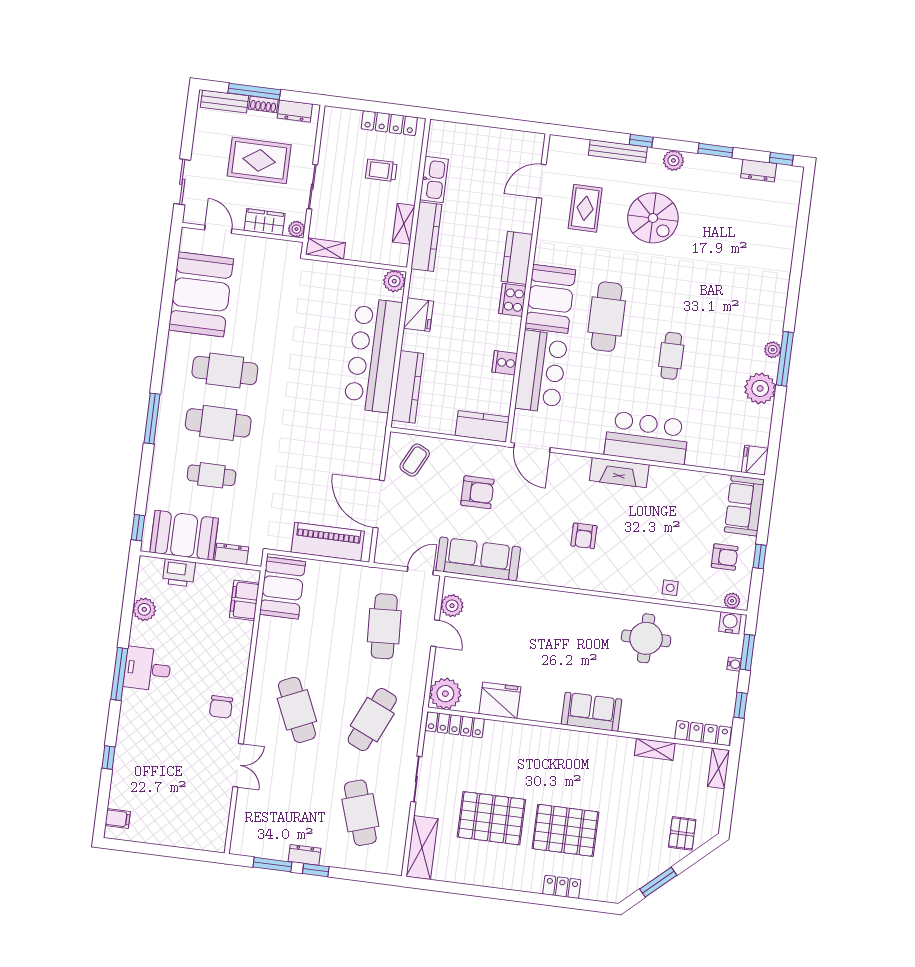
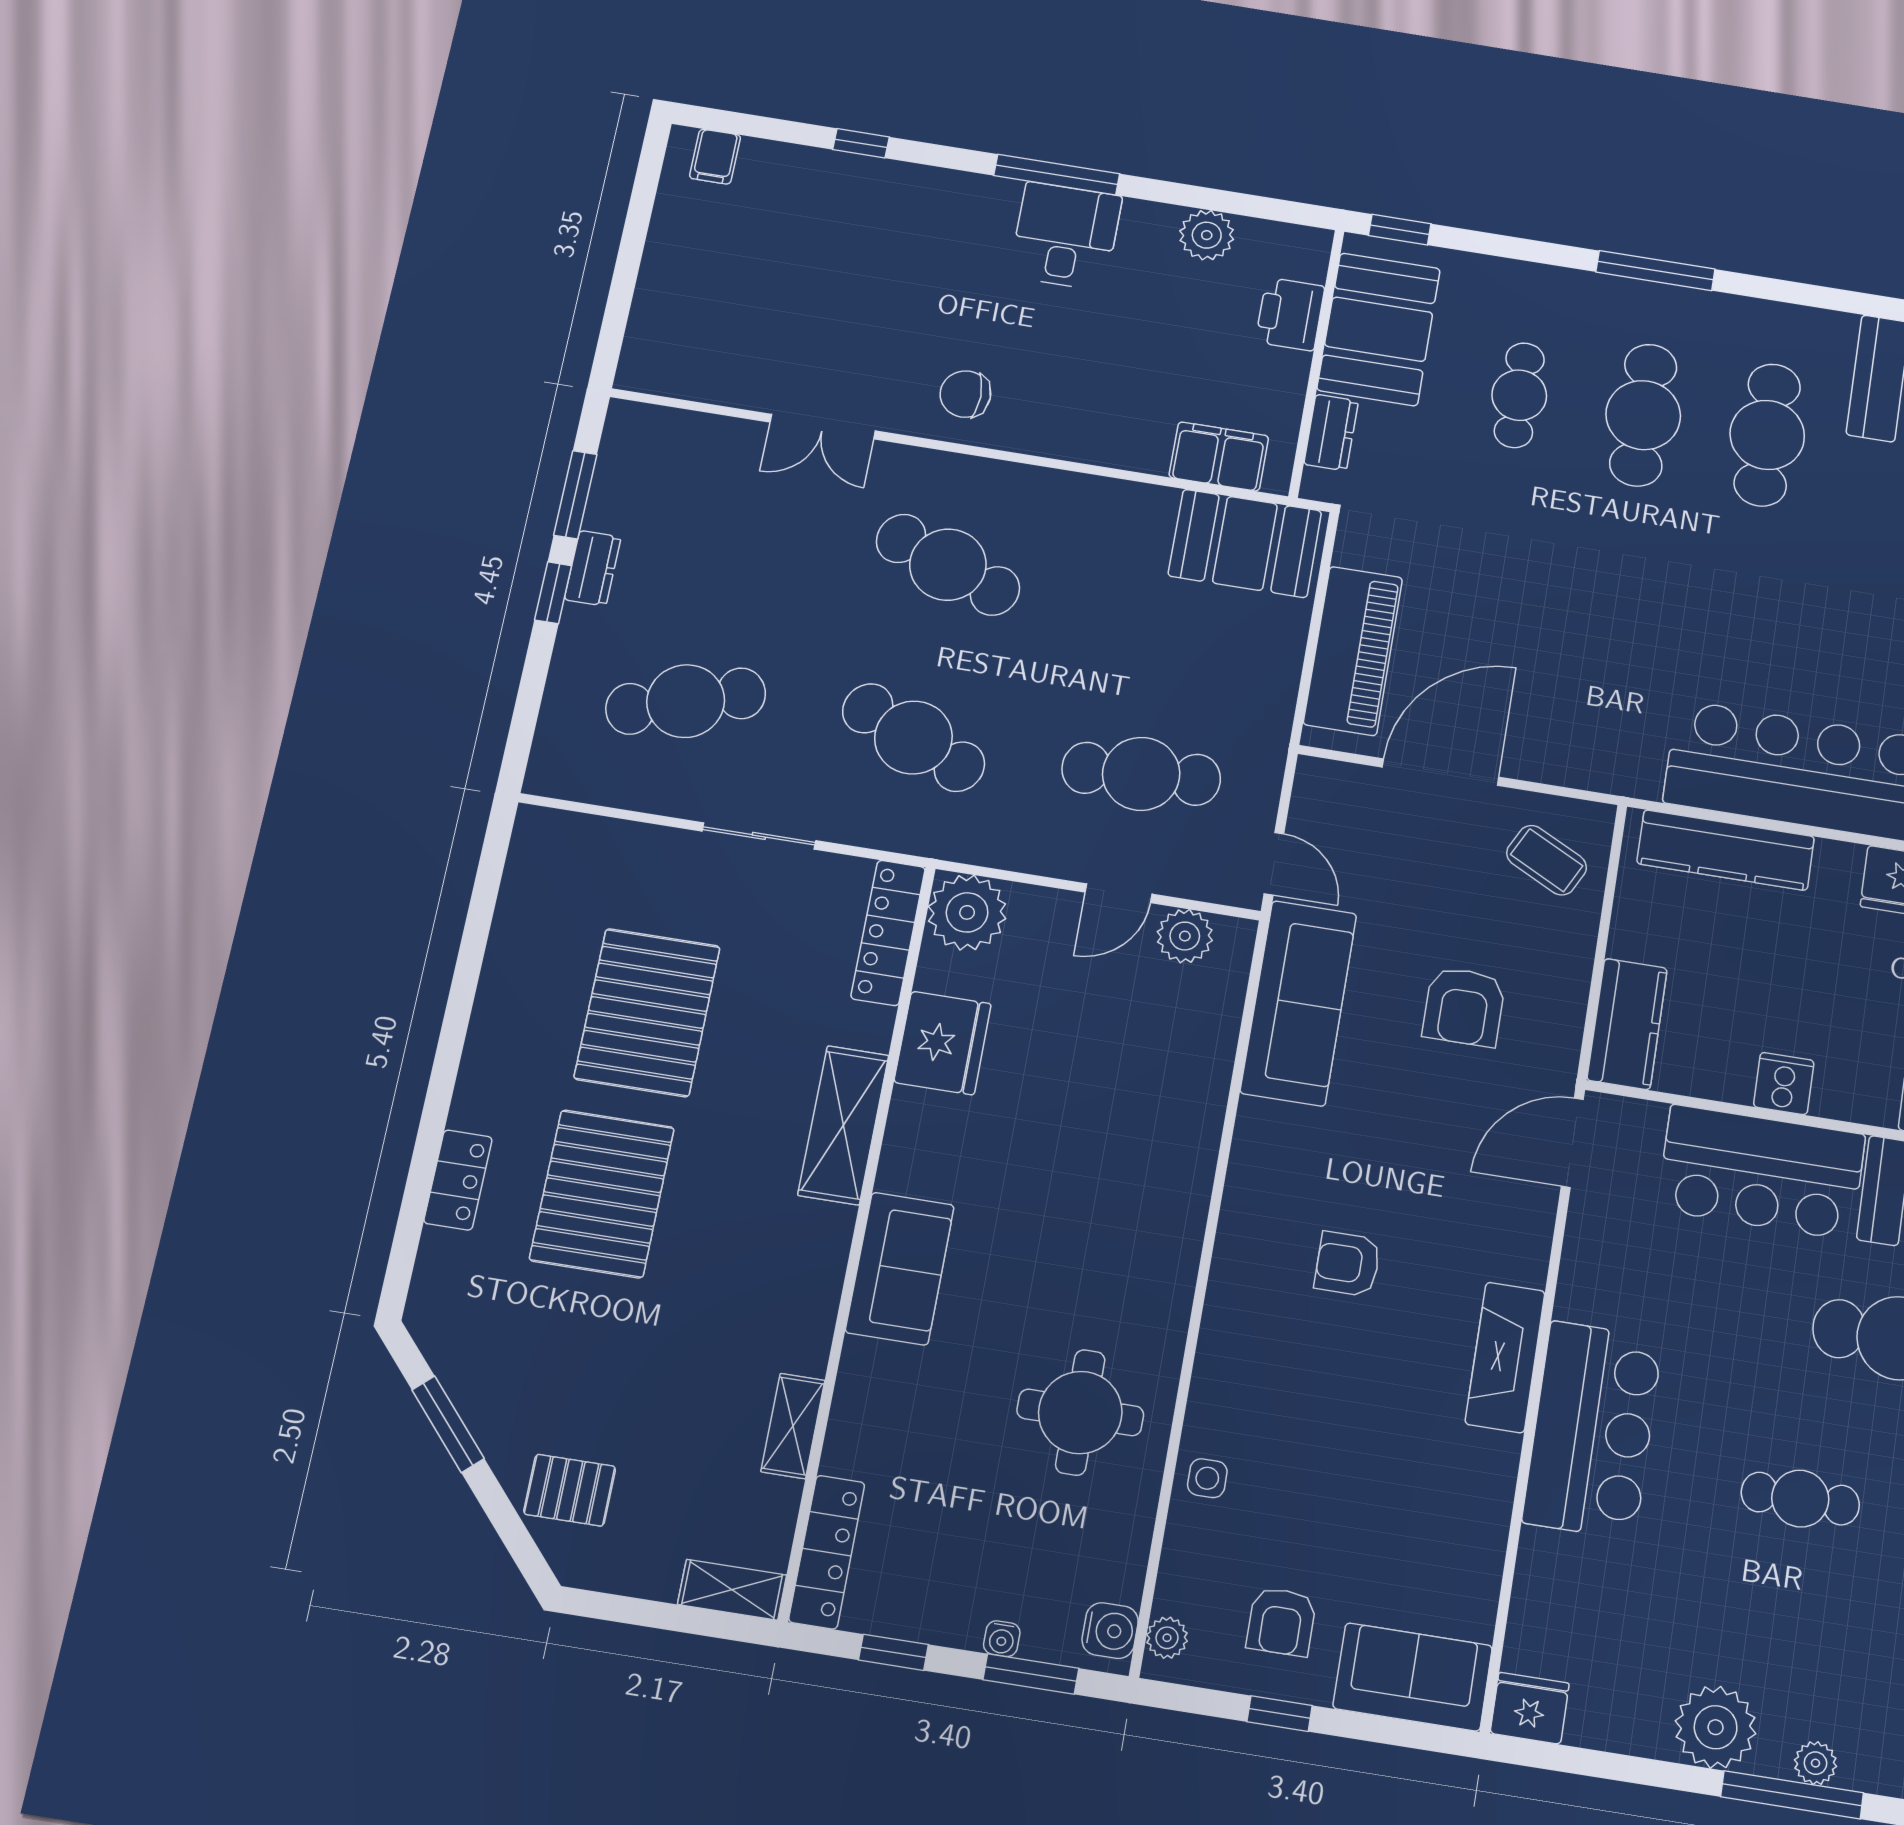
cafe table: (297, 710) -> (948, 565), turned 45
shelving: (422, 848) -> (843, 1125), moved, turned 90

